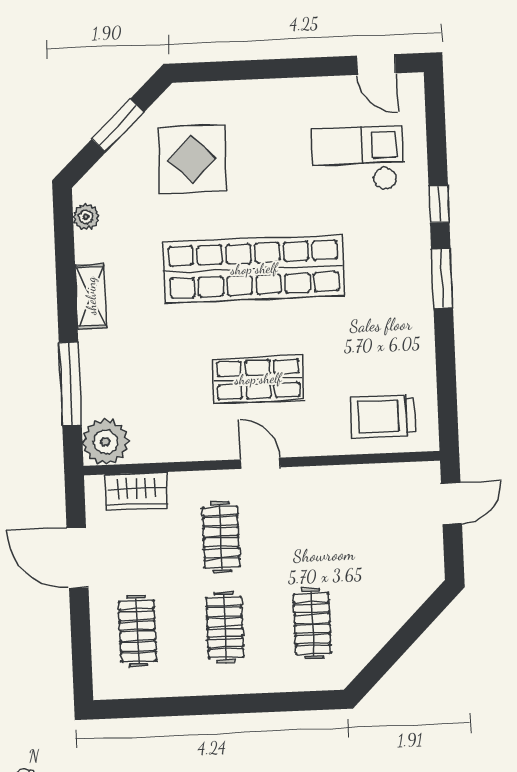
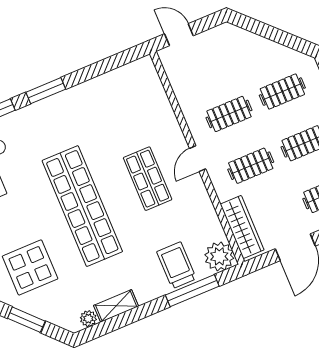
shelving: (91, 296) -> (116, 306), moved
trolley: (383, 416) -> (176, 265), moved, turned 180
wardrobe: (136, 491) -> (242, 227), width x1.50
clothes rail: (308, 533) -> (229, 114), added

